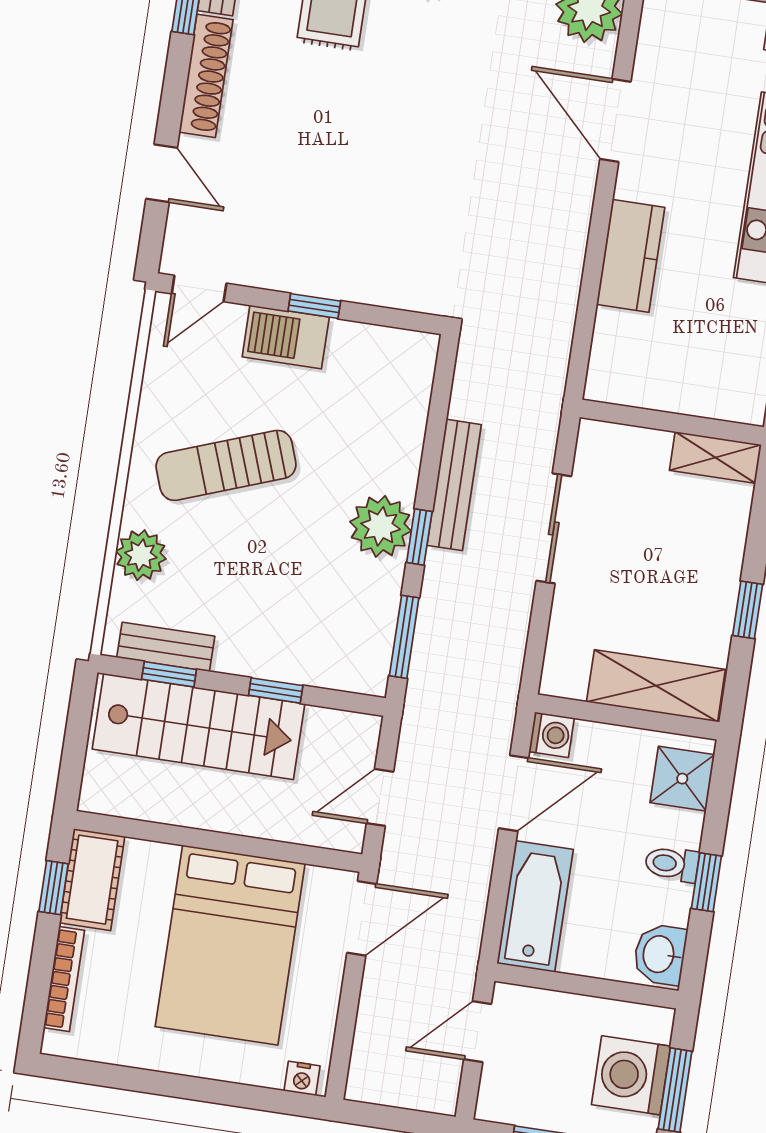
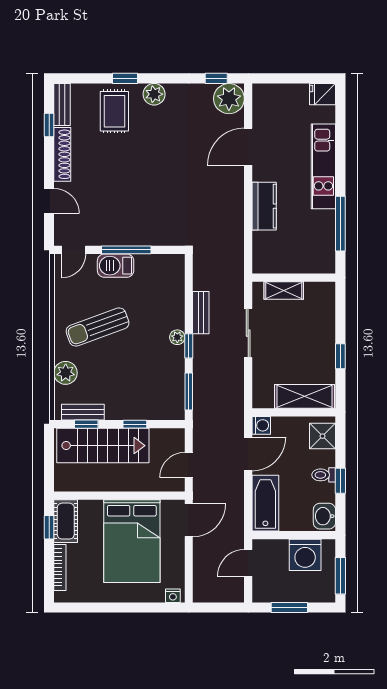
door: (615, 120) -> (248, 147), hinge flipped
window: (314, 306) -> (126, 250), width x2.17
shelving: (715, 457) -> (284, 290), moved
bench: (454, 485) -> (201, 313), width x0.73
plant: (381, 526) -> (177, 337), width x0.53, depth x0.53
washing machine: (631, 1075) -> (305, 555), moved, turned -90

